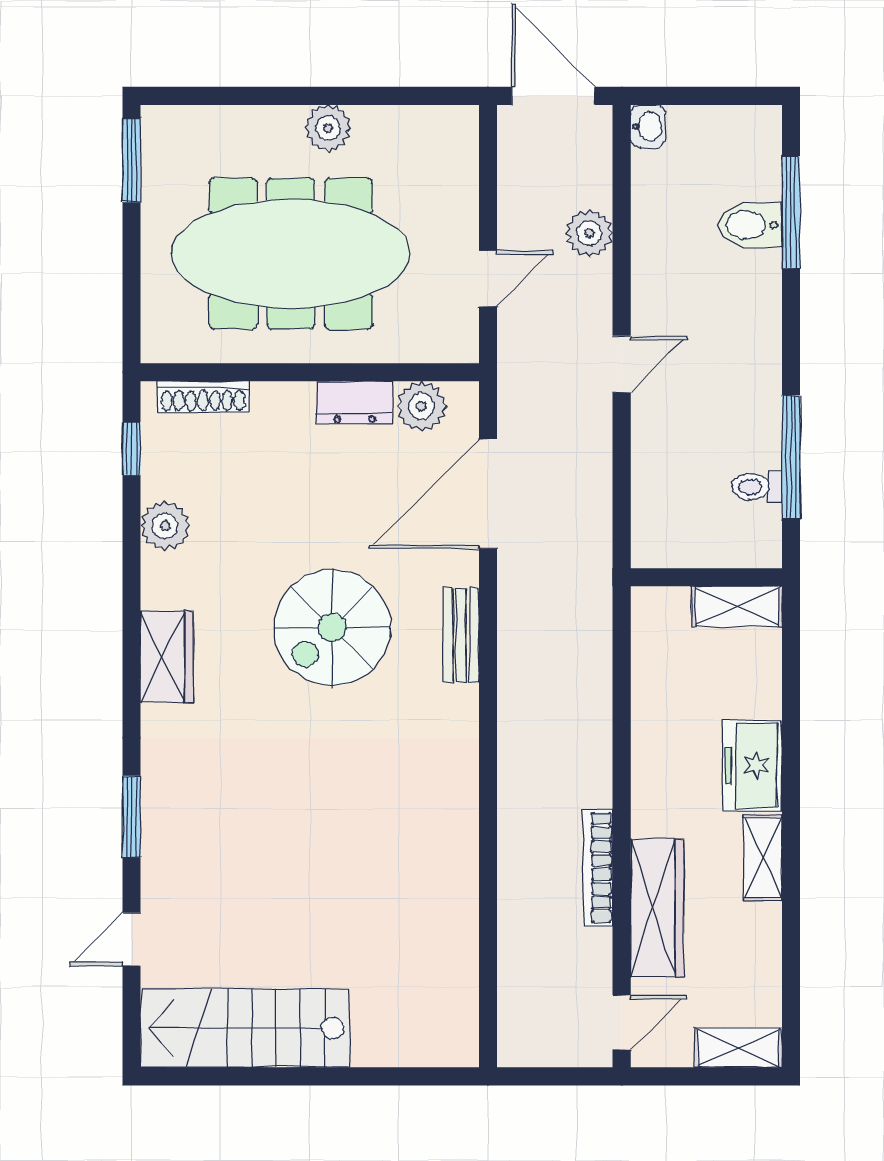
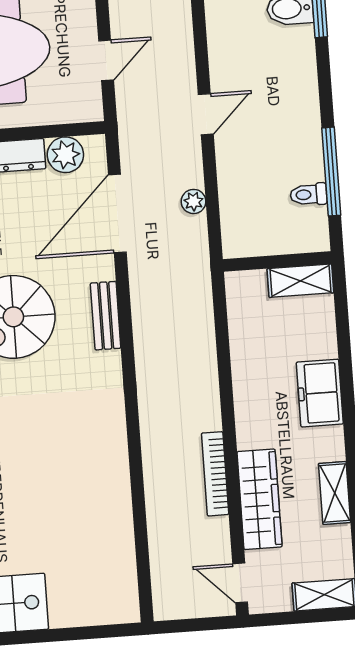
plant: (589, 233) -> (194, 201), moved, width x0.73, depth x0.73
shelving: (763, 858) -> (335, 493), moved
door: (622, 1022) -> (240, 583), swing flipped

